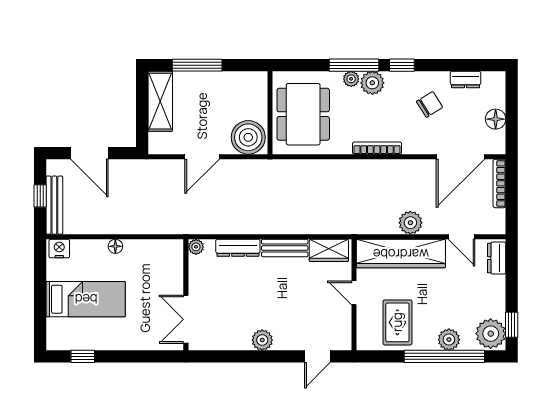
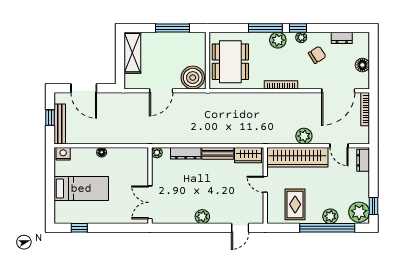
window: (197, 65) -> (173, 28), moved
plant: (351, 79) -> (301, 37), moved

